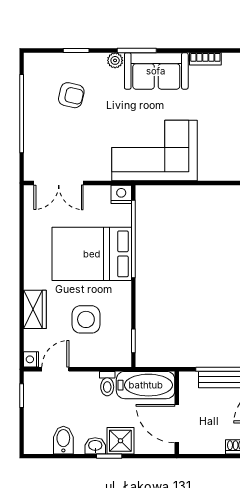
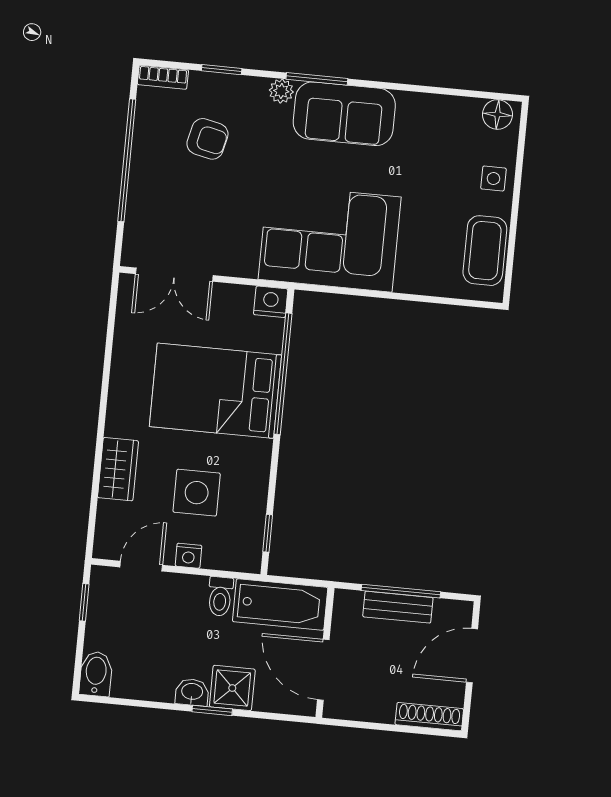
bookcase: (205, 59) -> (163, 77), moved
nightstand: (31, 359) -> (188, 556), moved, turned -90
bidet: (63, 440) -> (96, 674), moved

